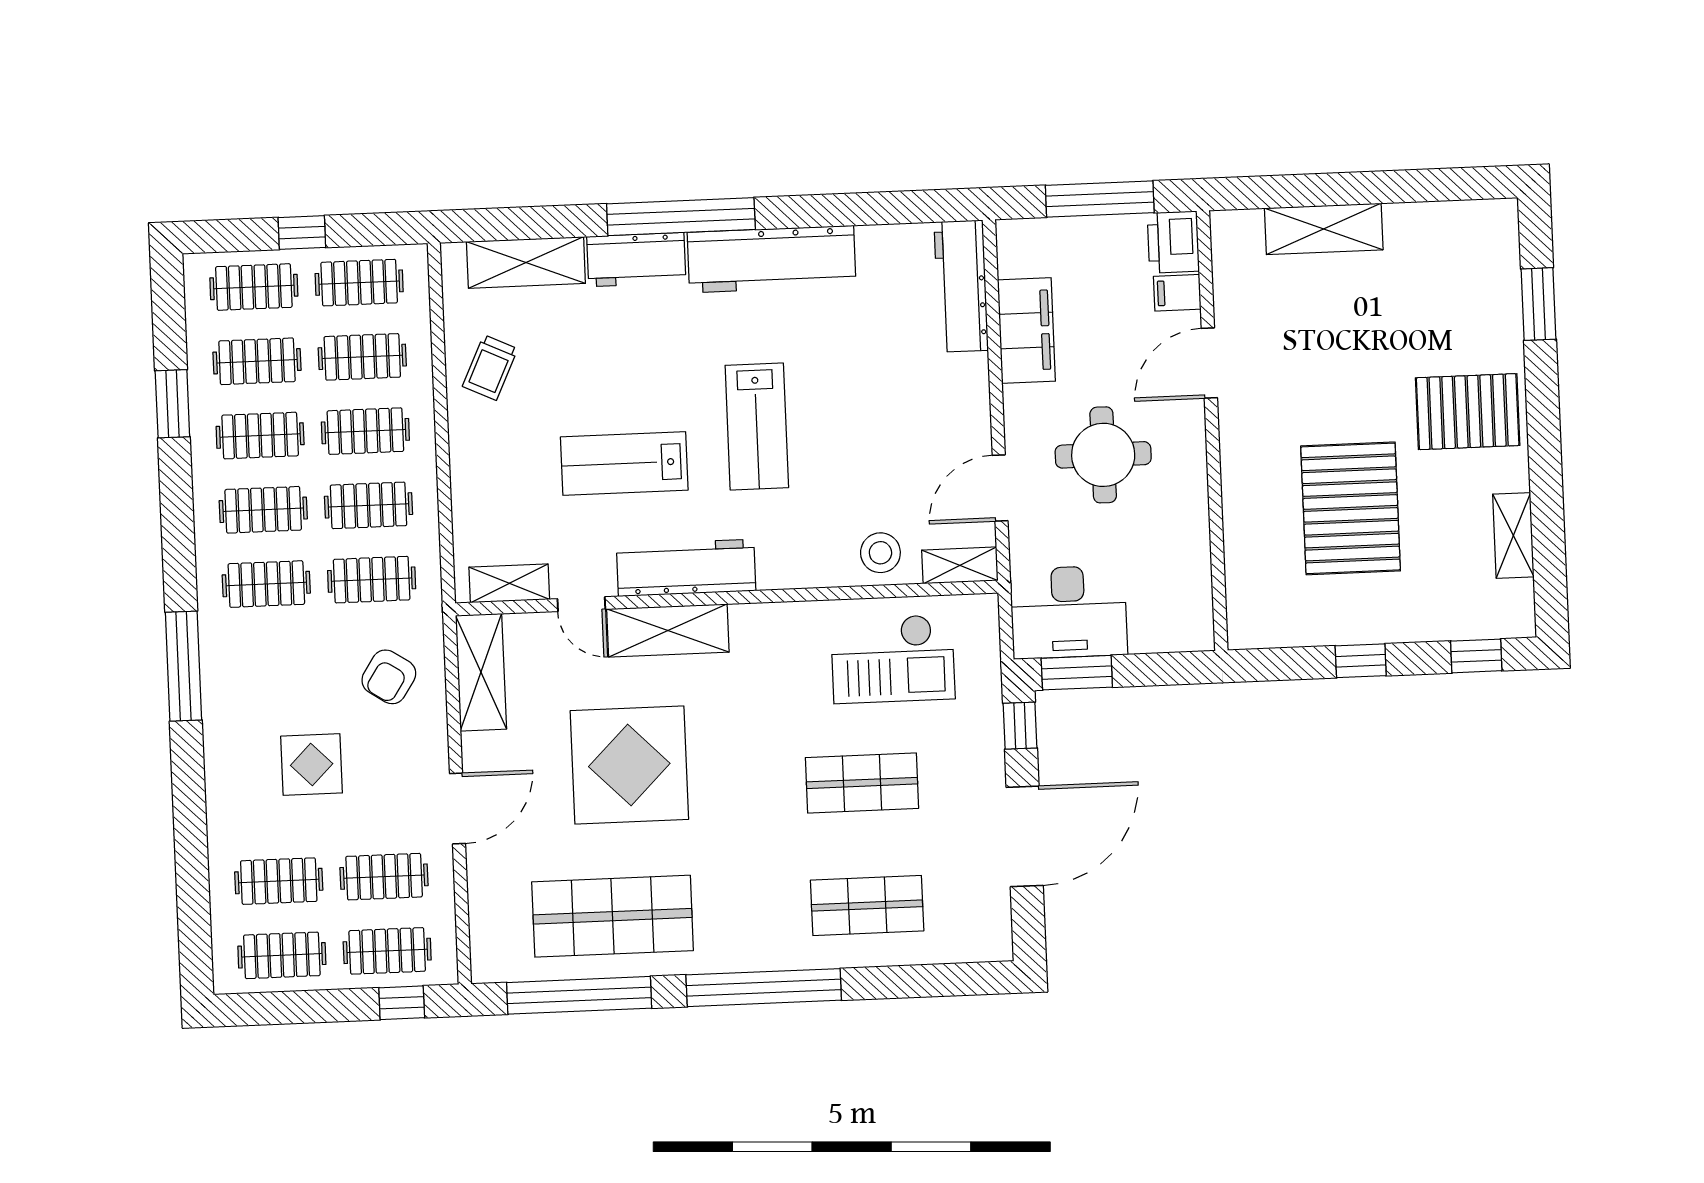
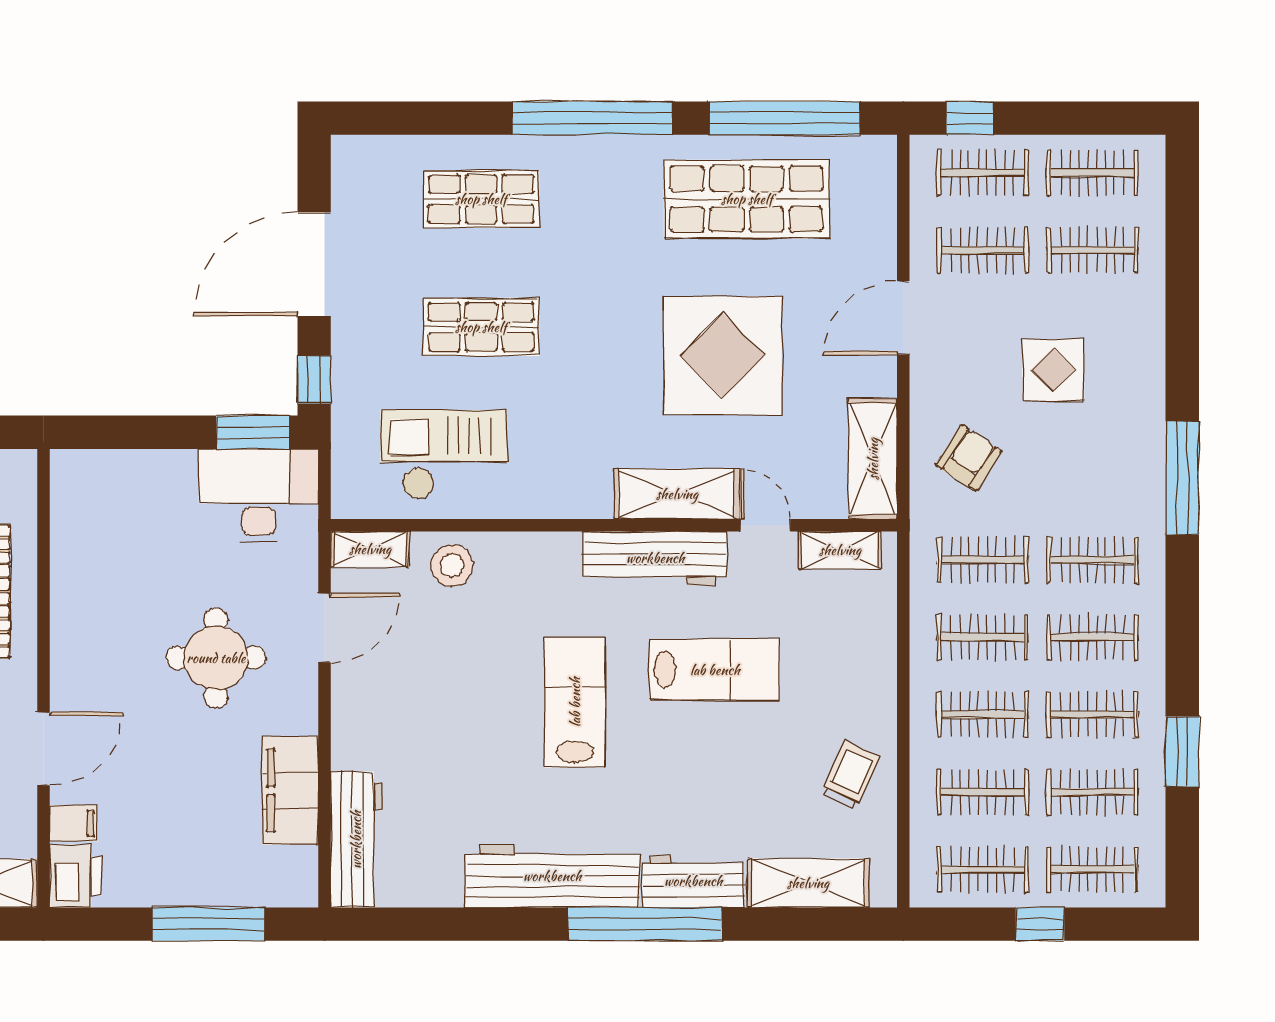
printer: (1173, 242) -> (76, 876), moved
filing cabinet: (1177, 293) -> (74, 823), moved
door: (1209, 363) -> (43, 749), moved
wall: (1212, 431) -> (43, 678), moved

